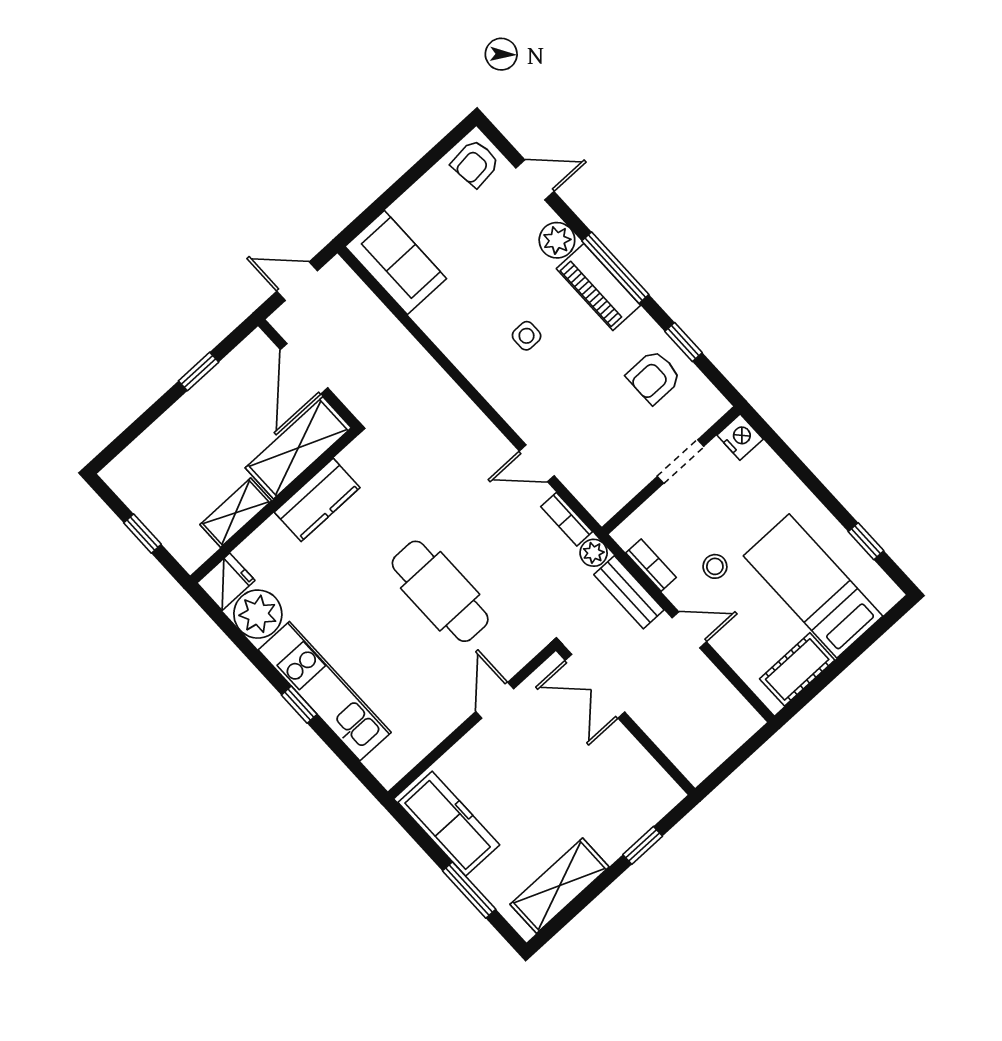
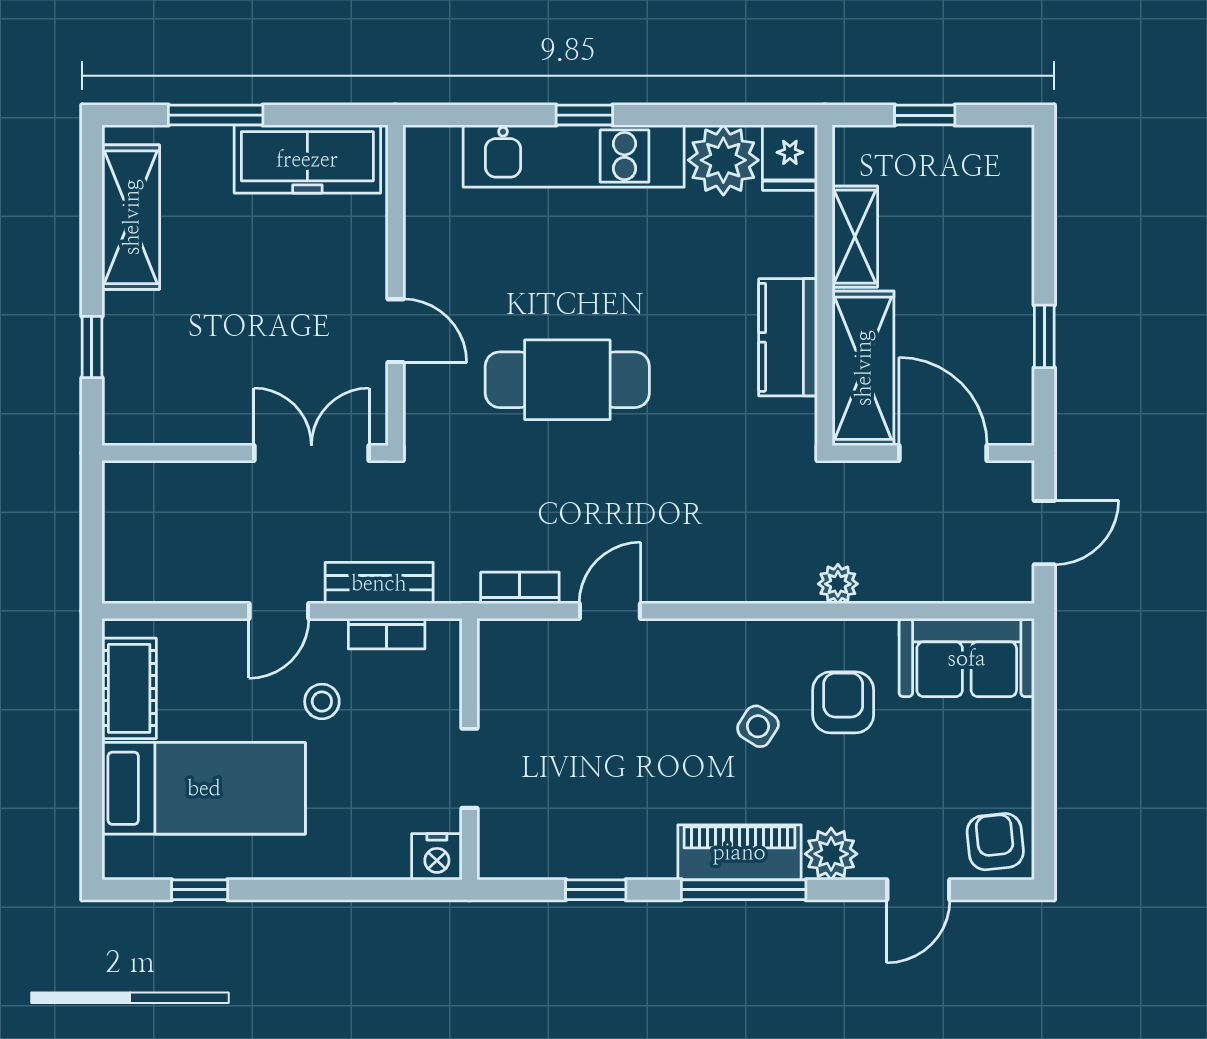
side table: (527, 336) -> (758, 726), turned 33
armchair: (654, 377) -> (843, 702), moved
plant: (594, 553) -> (838, 584), moved

